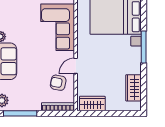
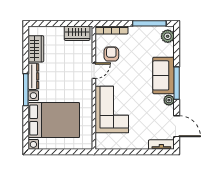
dresser: (136, 60) -> (33, 76), added
armchair: (58, 83) -> (111, 54), turned -101

